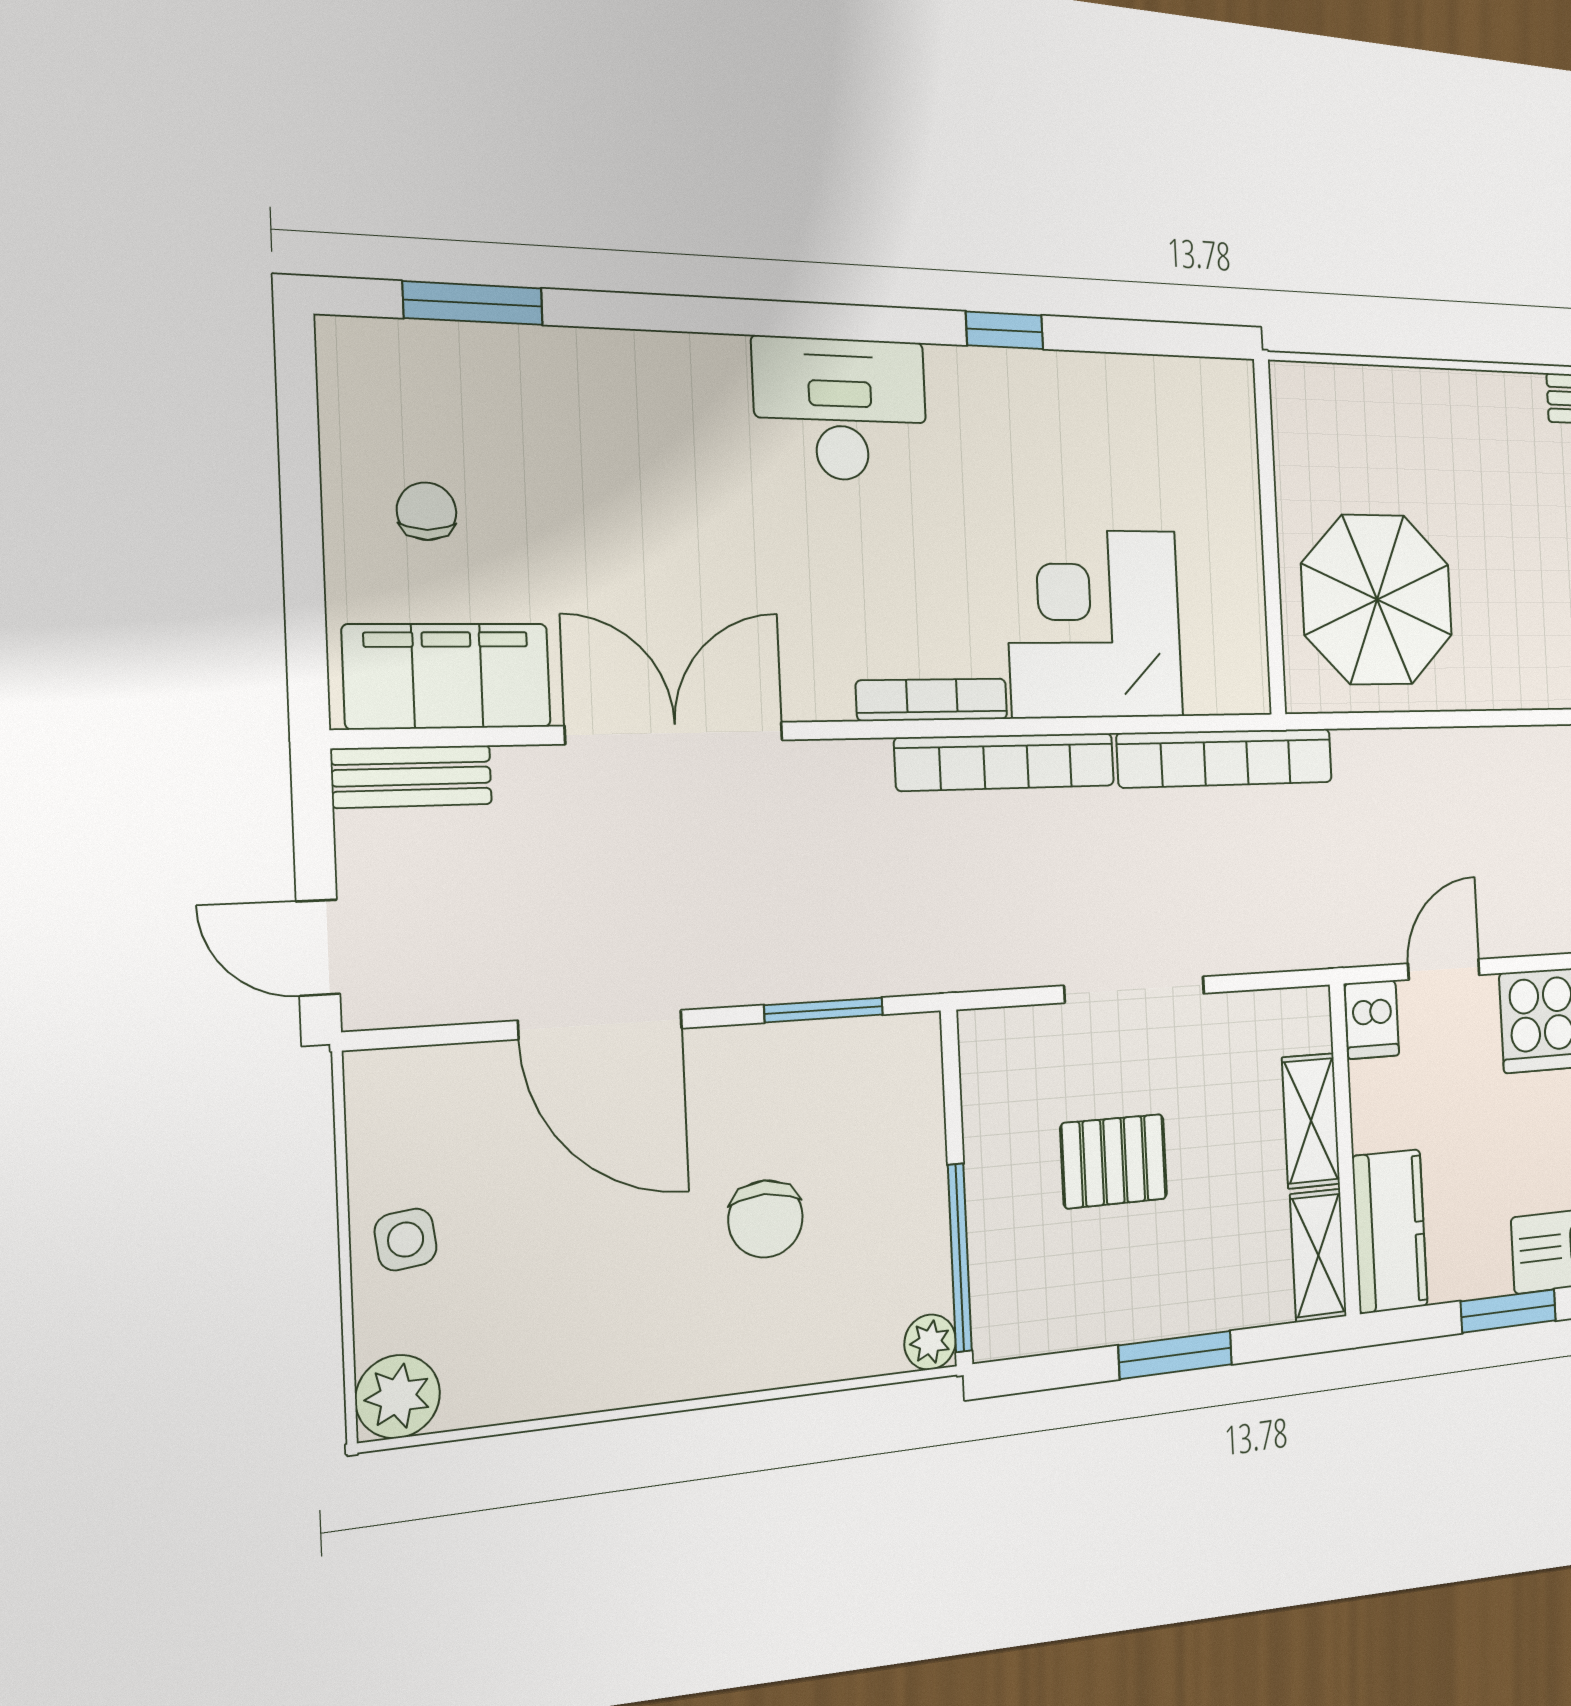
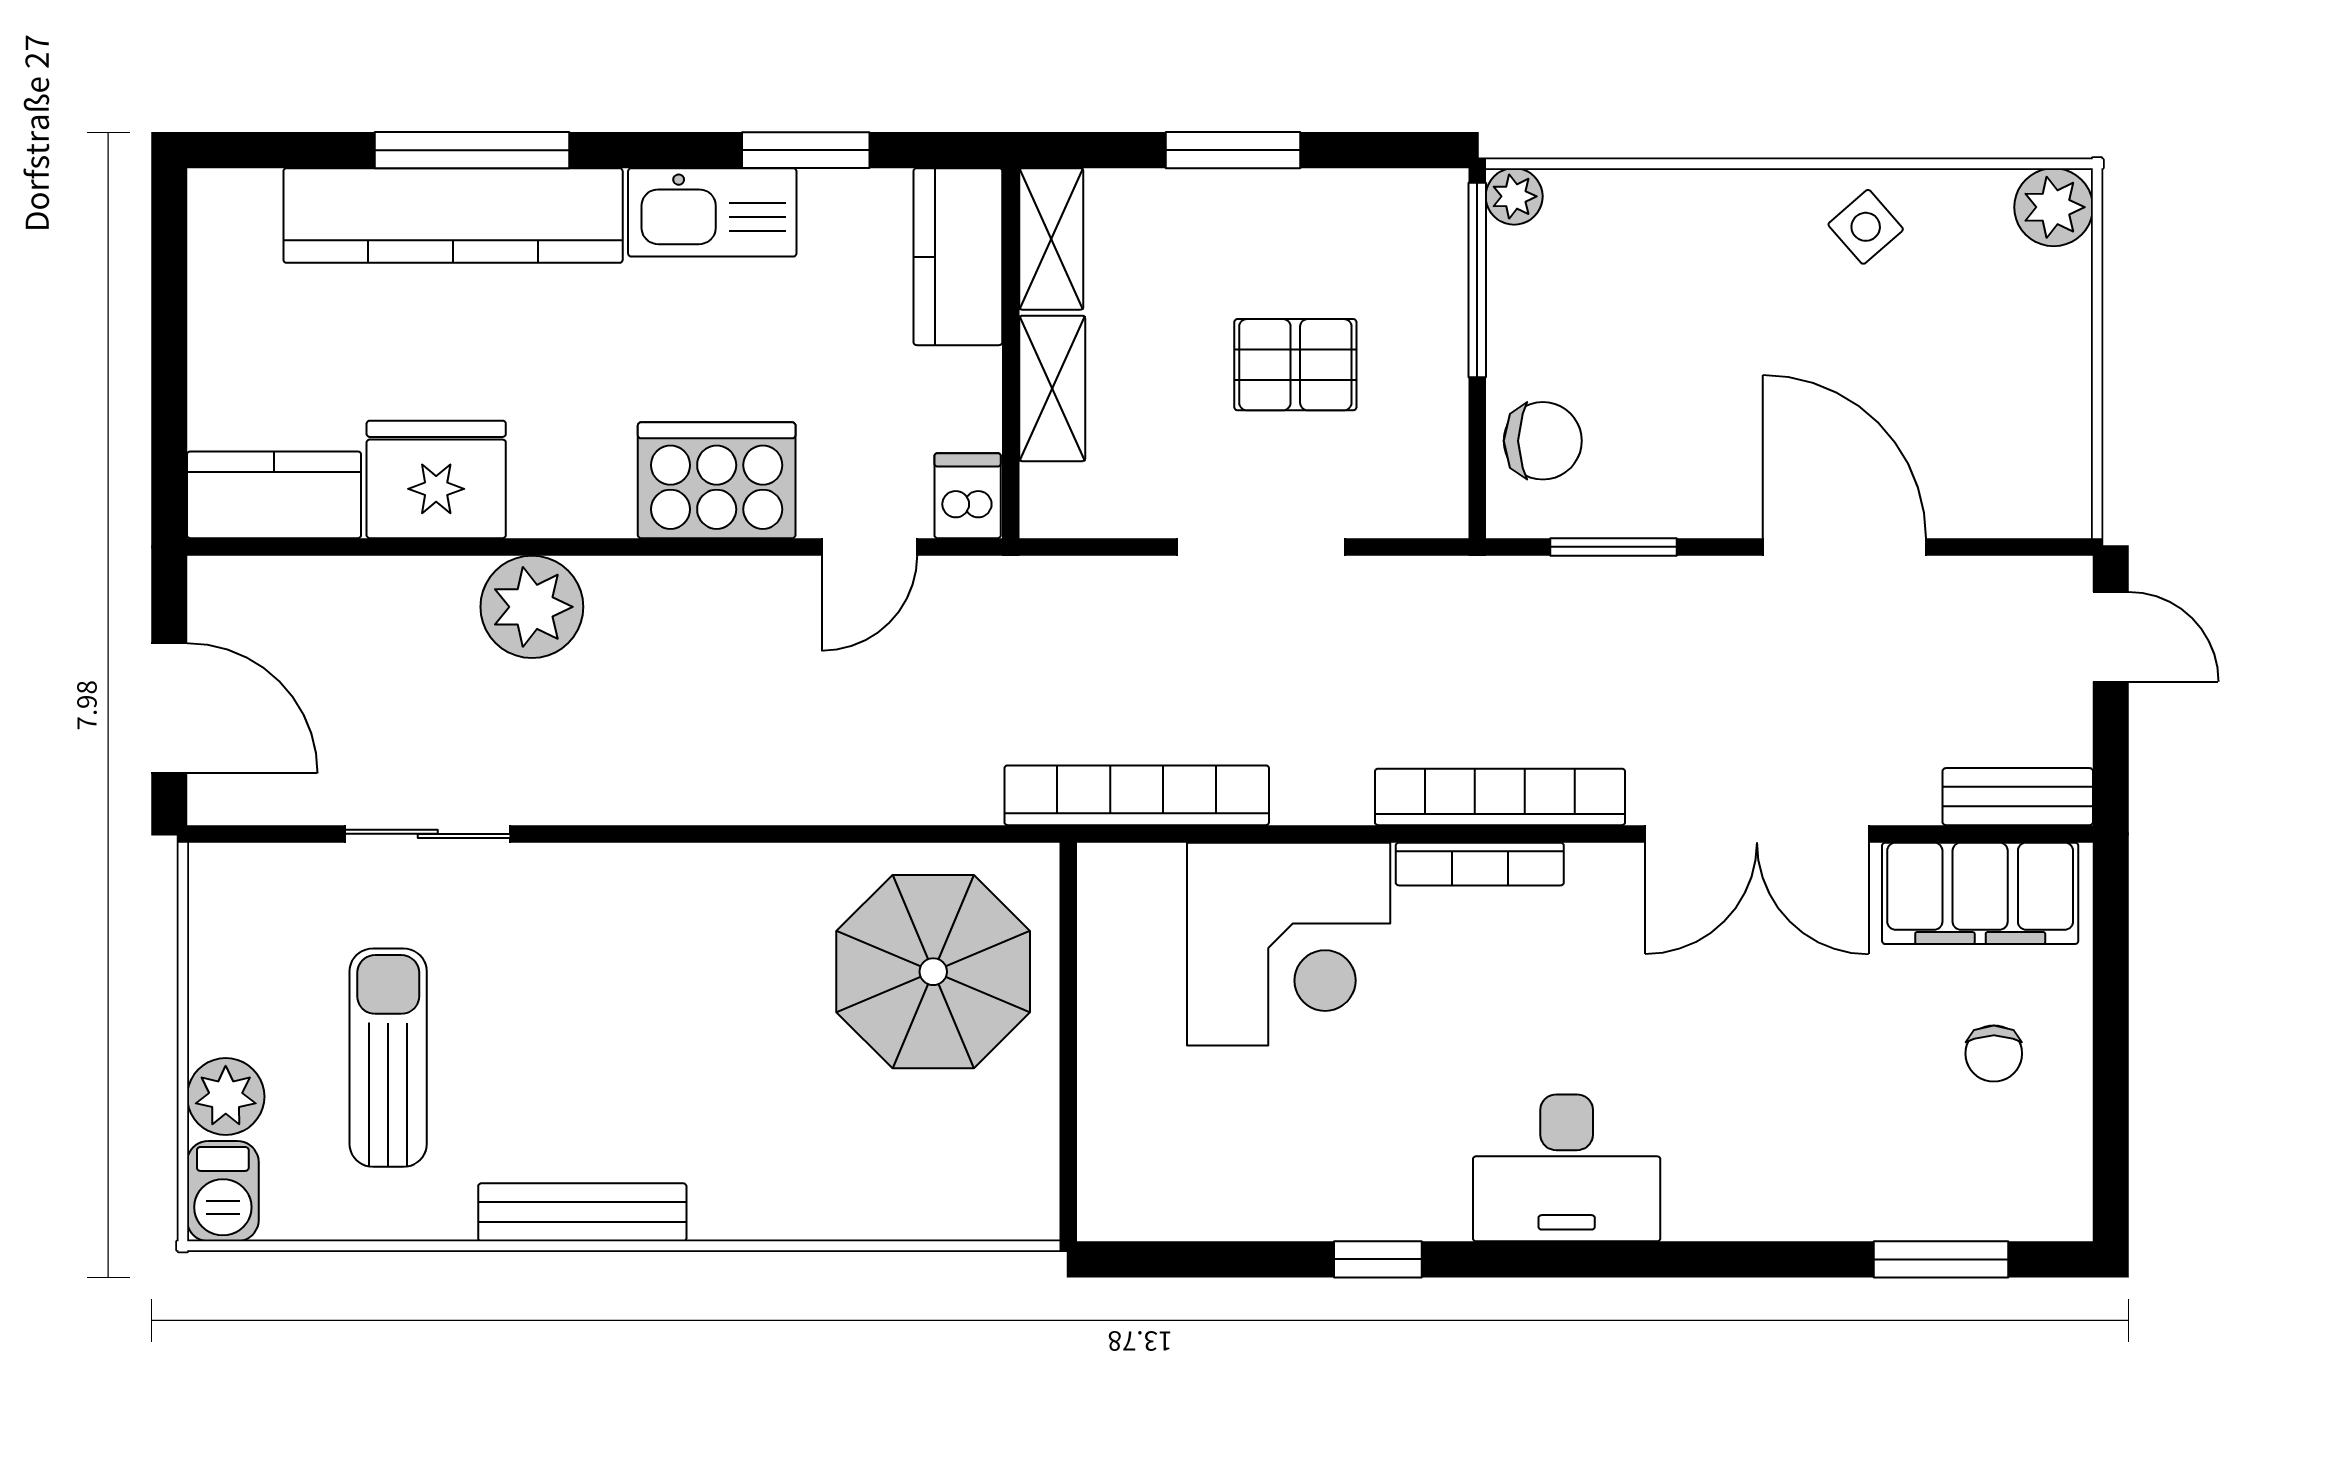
bookcase: (1006, 762) -> (1500, 797), moved
chair: (766, 1219) -> (1543, 441), moved, turned 90
side table: (406, 1240) -> (1866, 227), moved, turned -34

